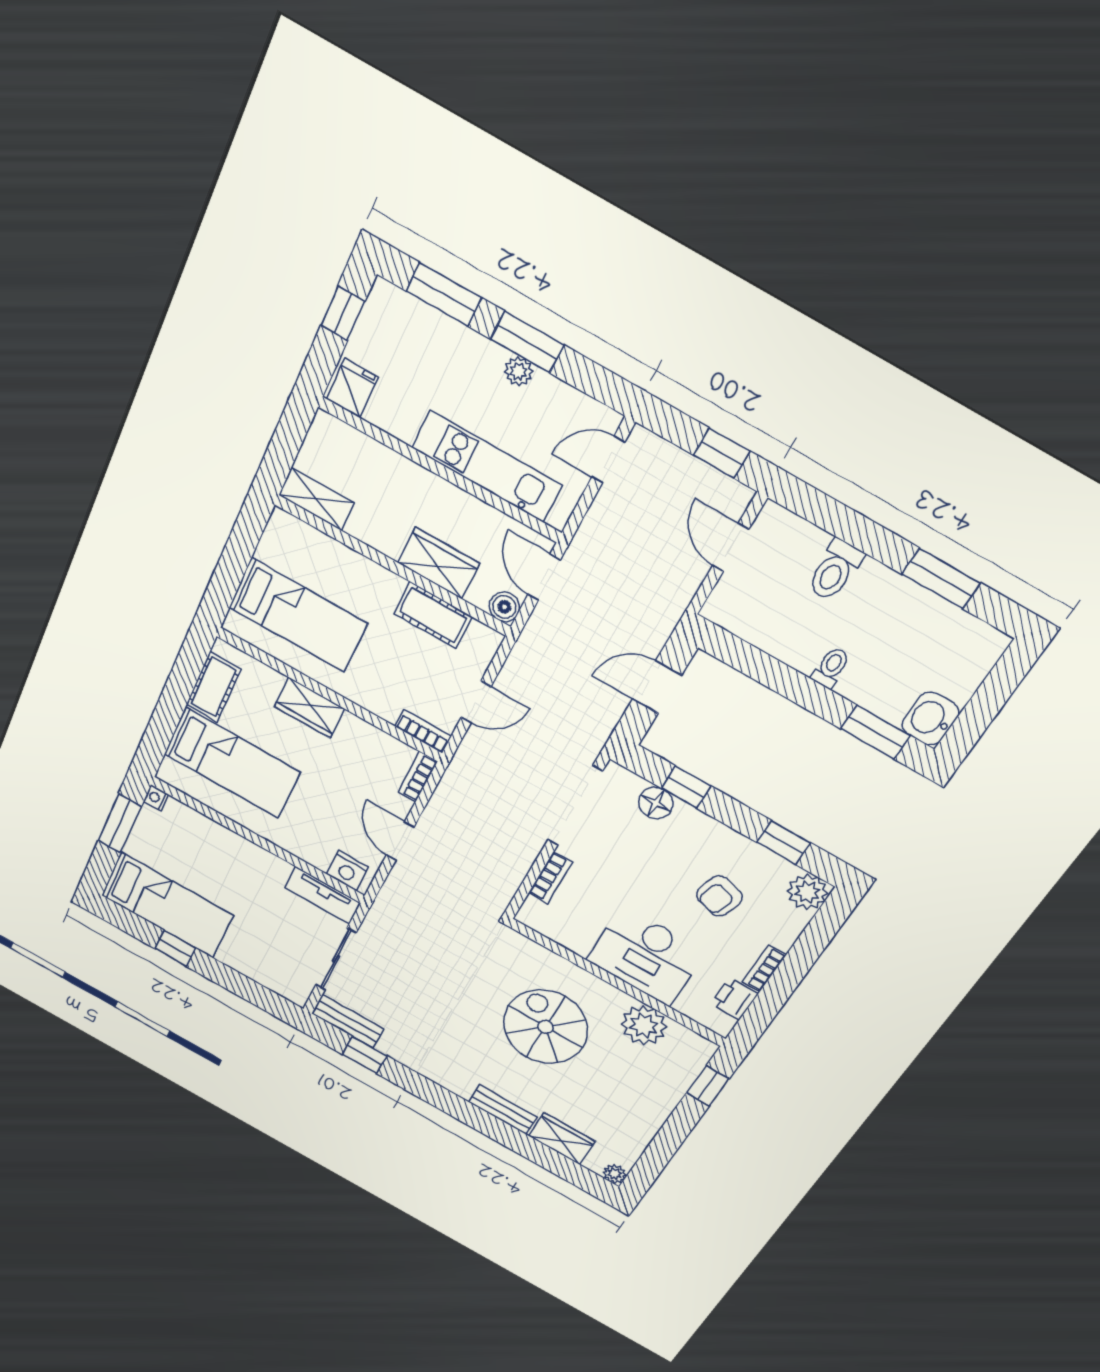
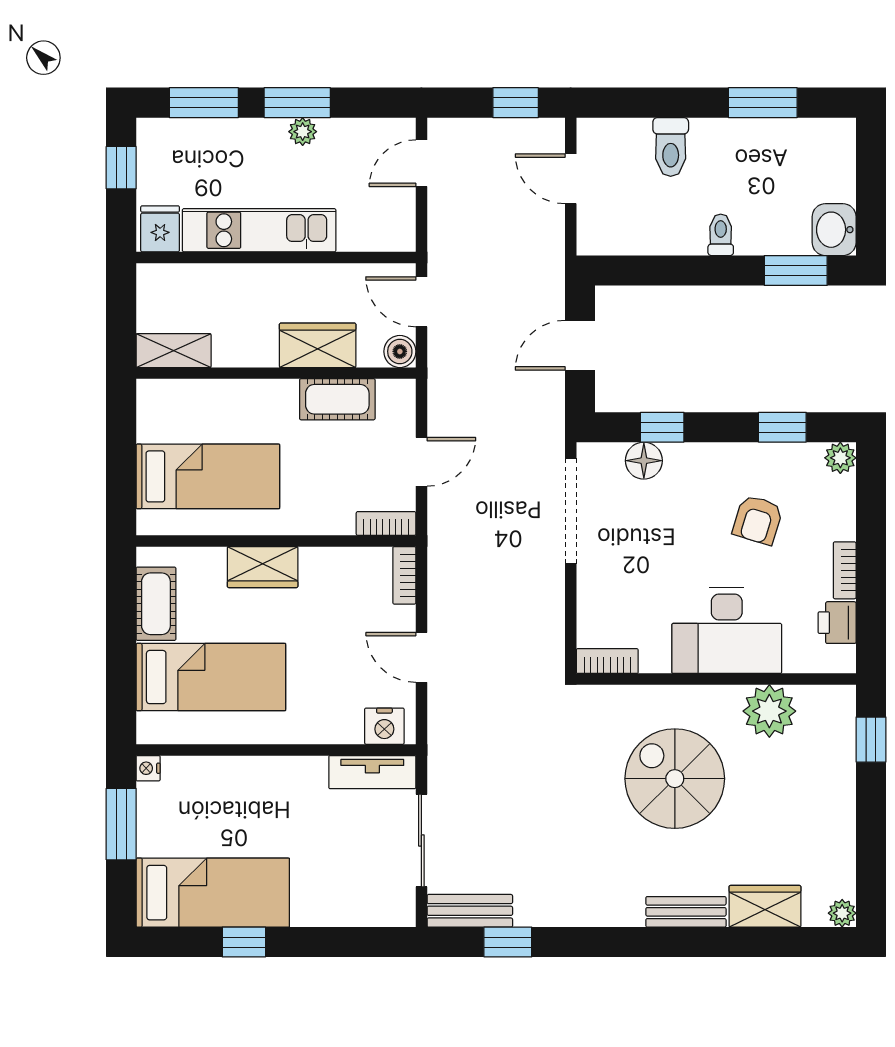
kitchen unit: (487, 466) -> (259, 230), moved
bookcase: (550, 878) -> (607, 661), moved, turned -90
plant: (807, 892) -> (840, 458), width x0.73, depth x0.73

